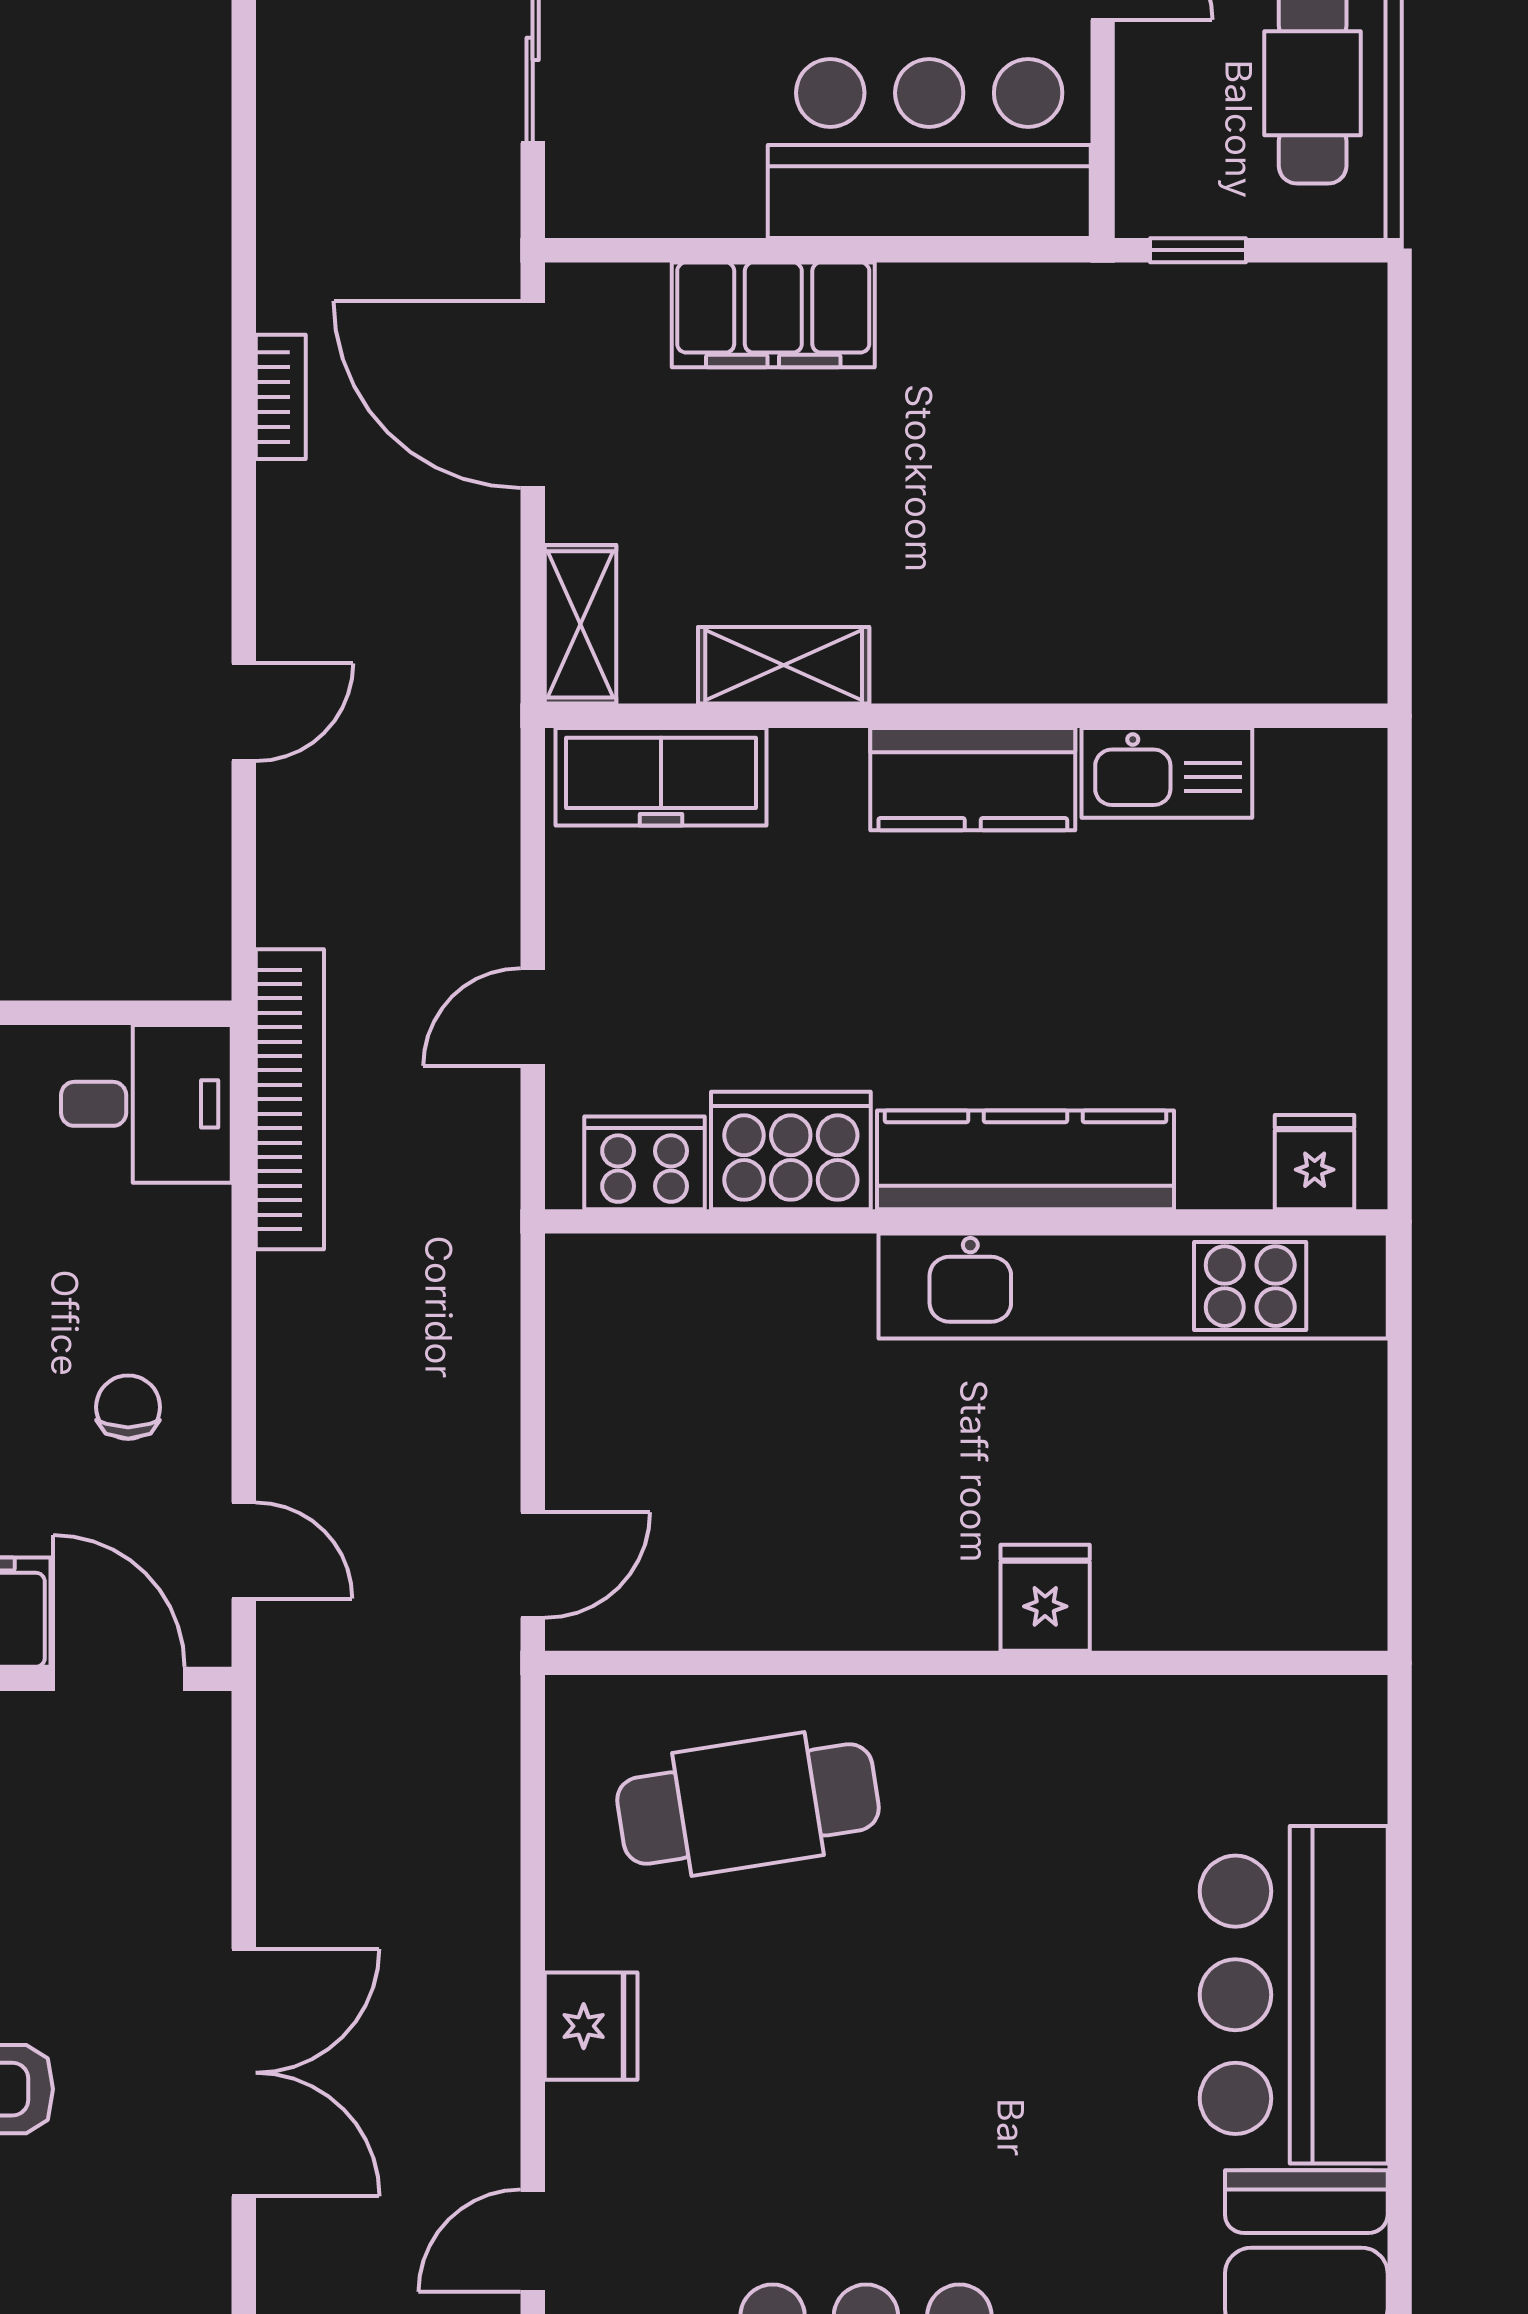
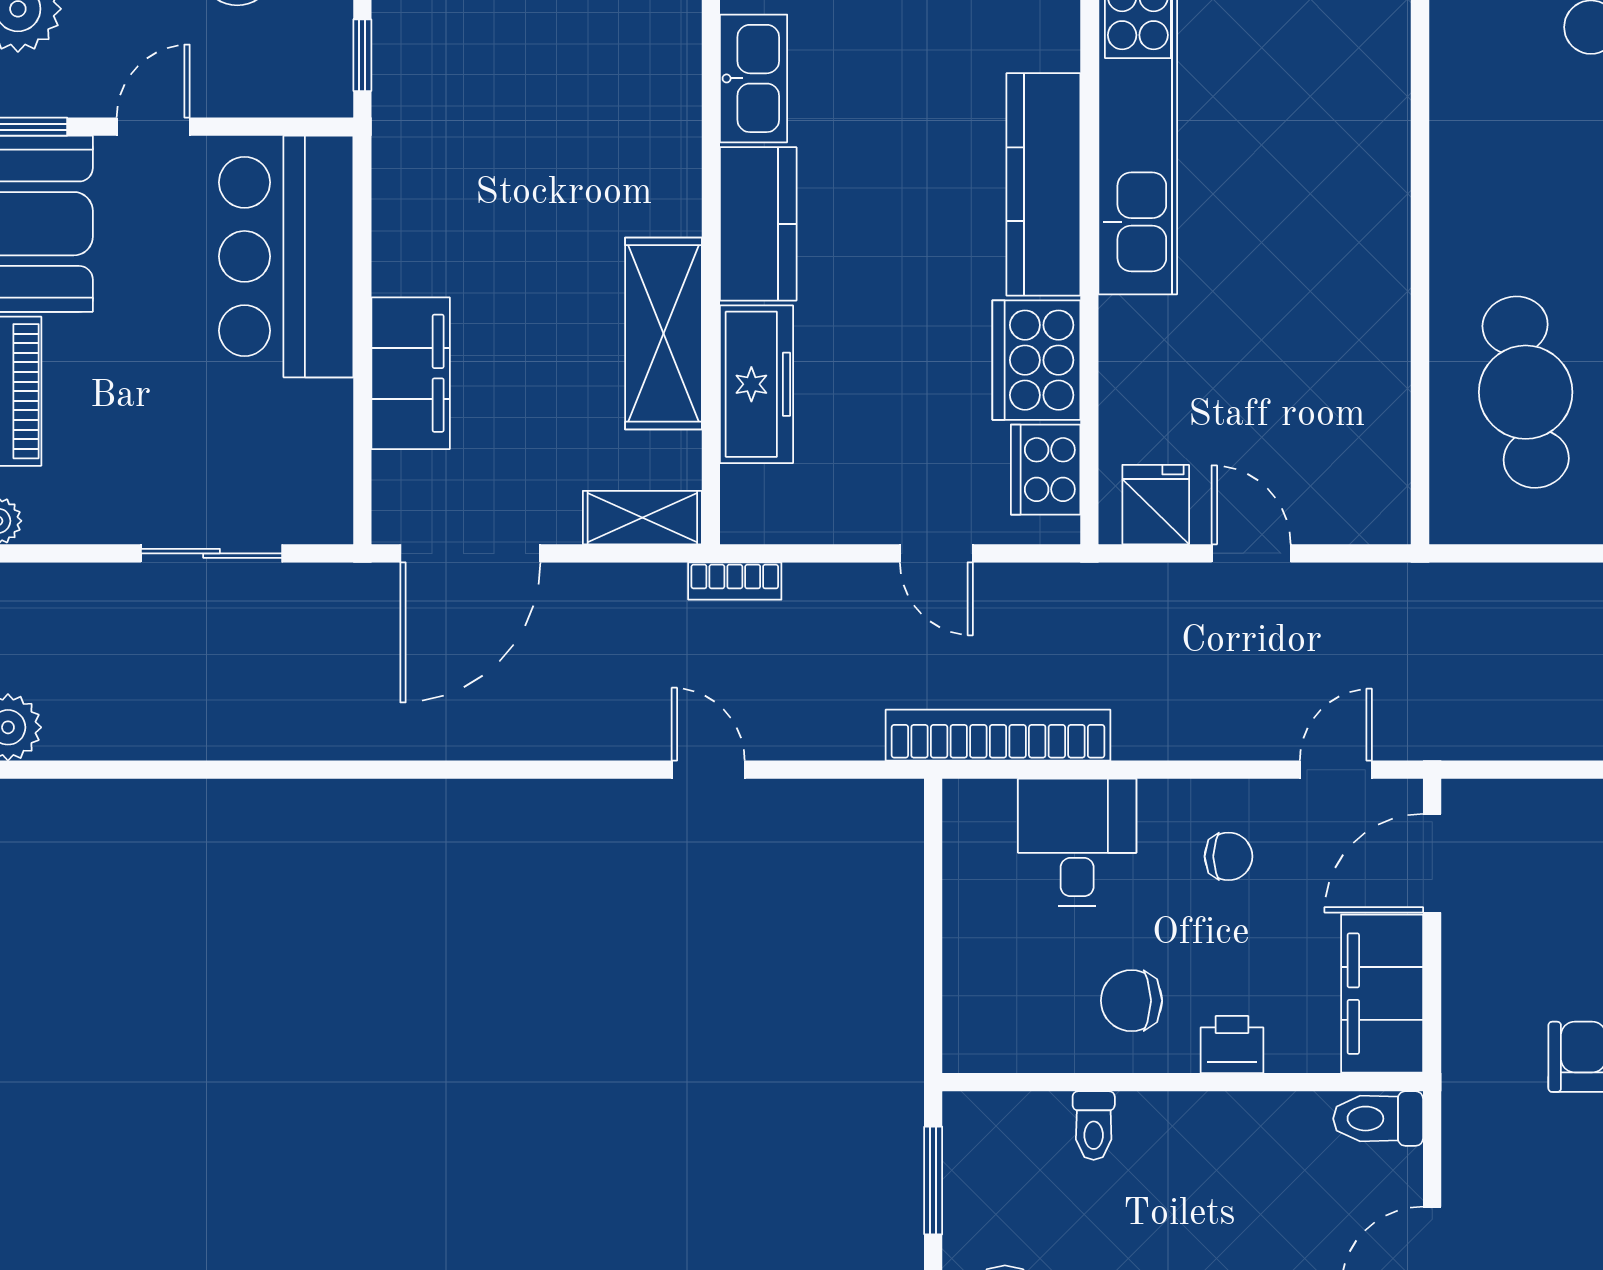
bookcase: (281, 397) -> (735, 581), moved, turned 180
shelving: (784, 665) -> (663, 333), width x1.50, depth x1.33
freezer: (661, 777) -> (756, 384), moved
desk: (146, 1104) -> (1077, 843), moved
chair: (128, 1407) -> (1228, 856), turned 180
door: (533, 1565) -> (1251, 553), moved
fridge: (1045, 1598) -> (1156, 505), moved, turned 90

